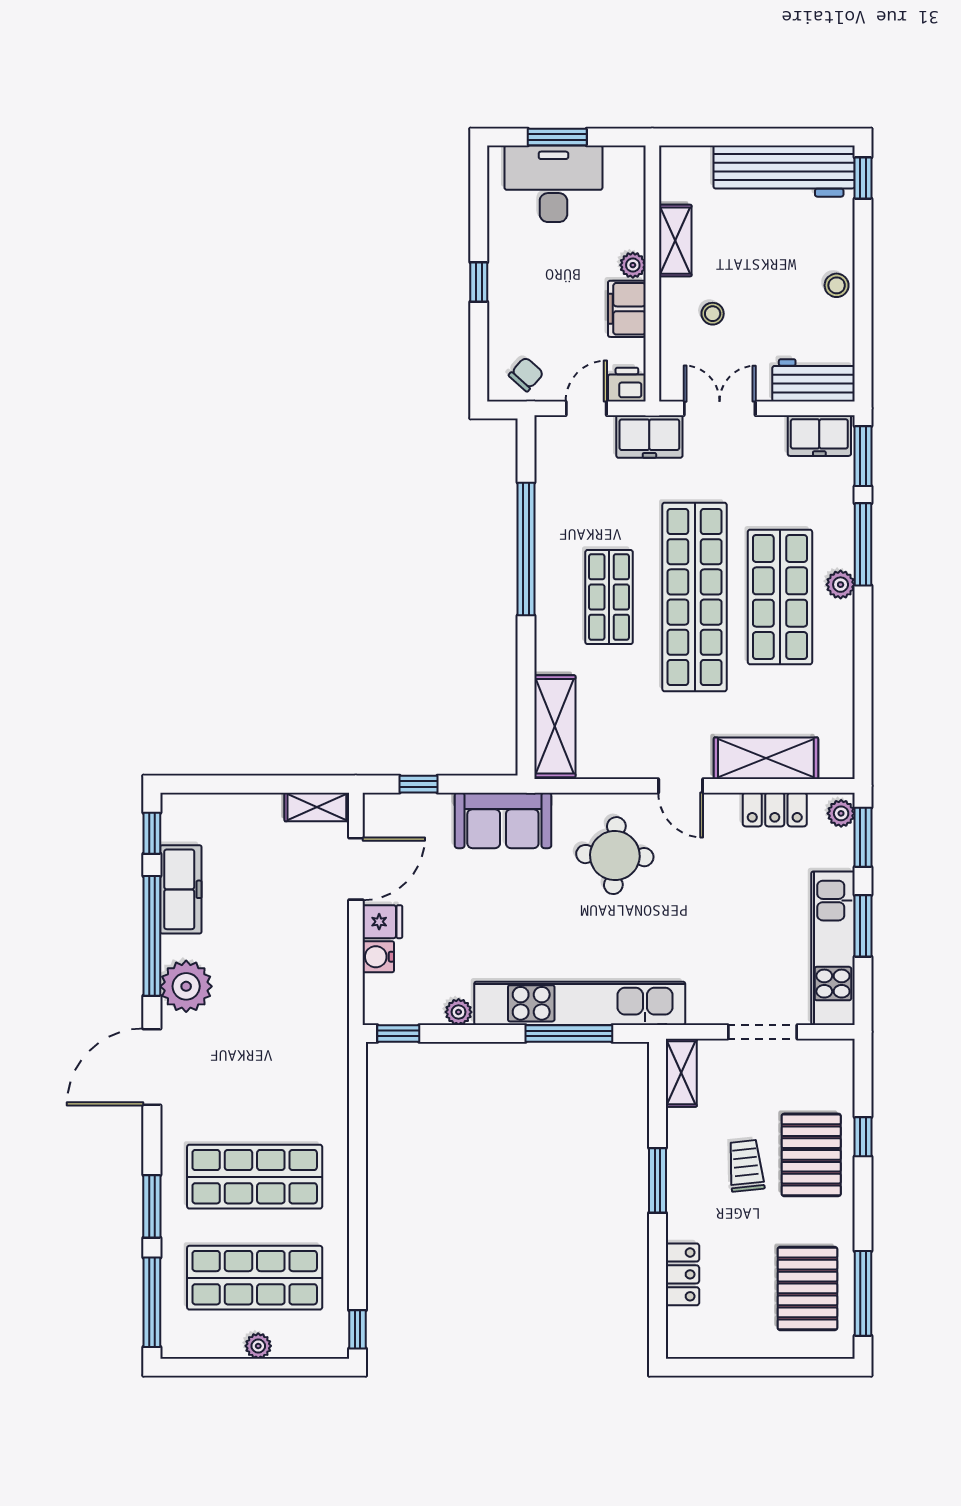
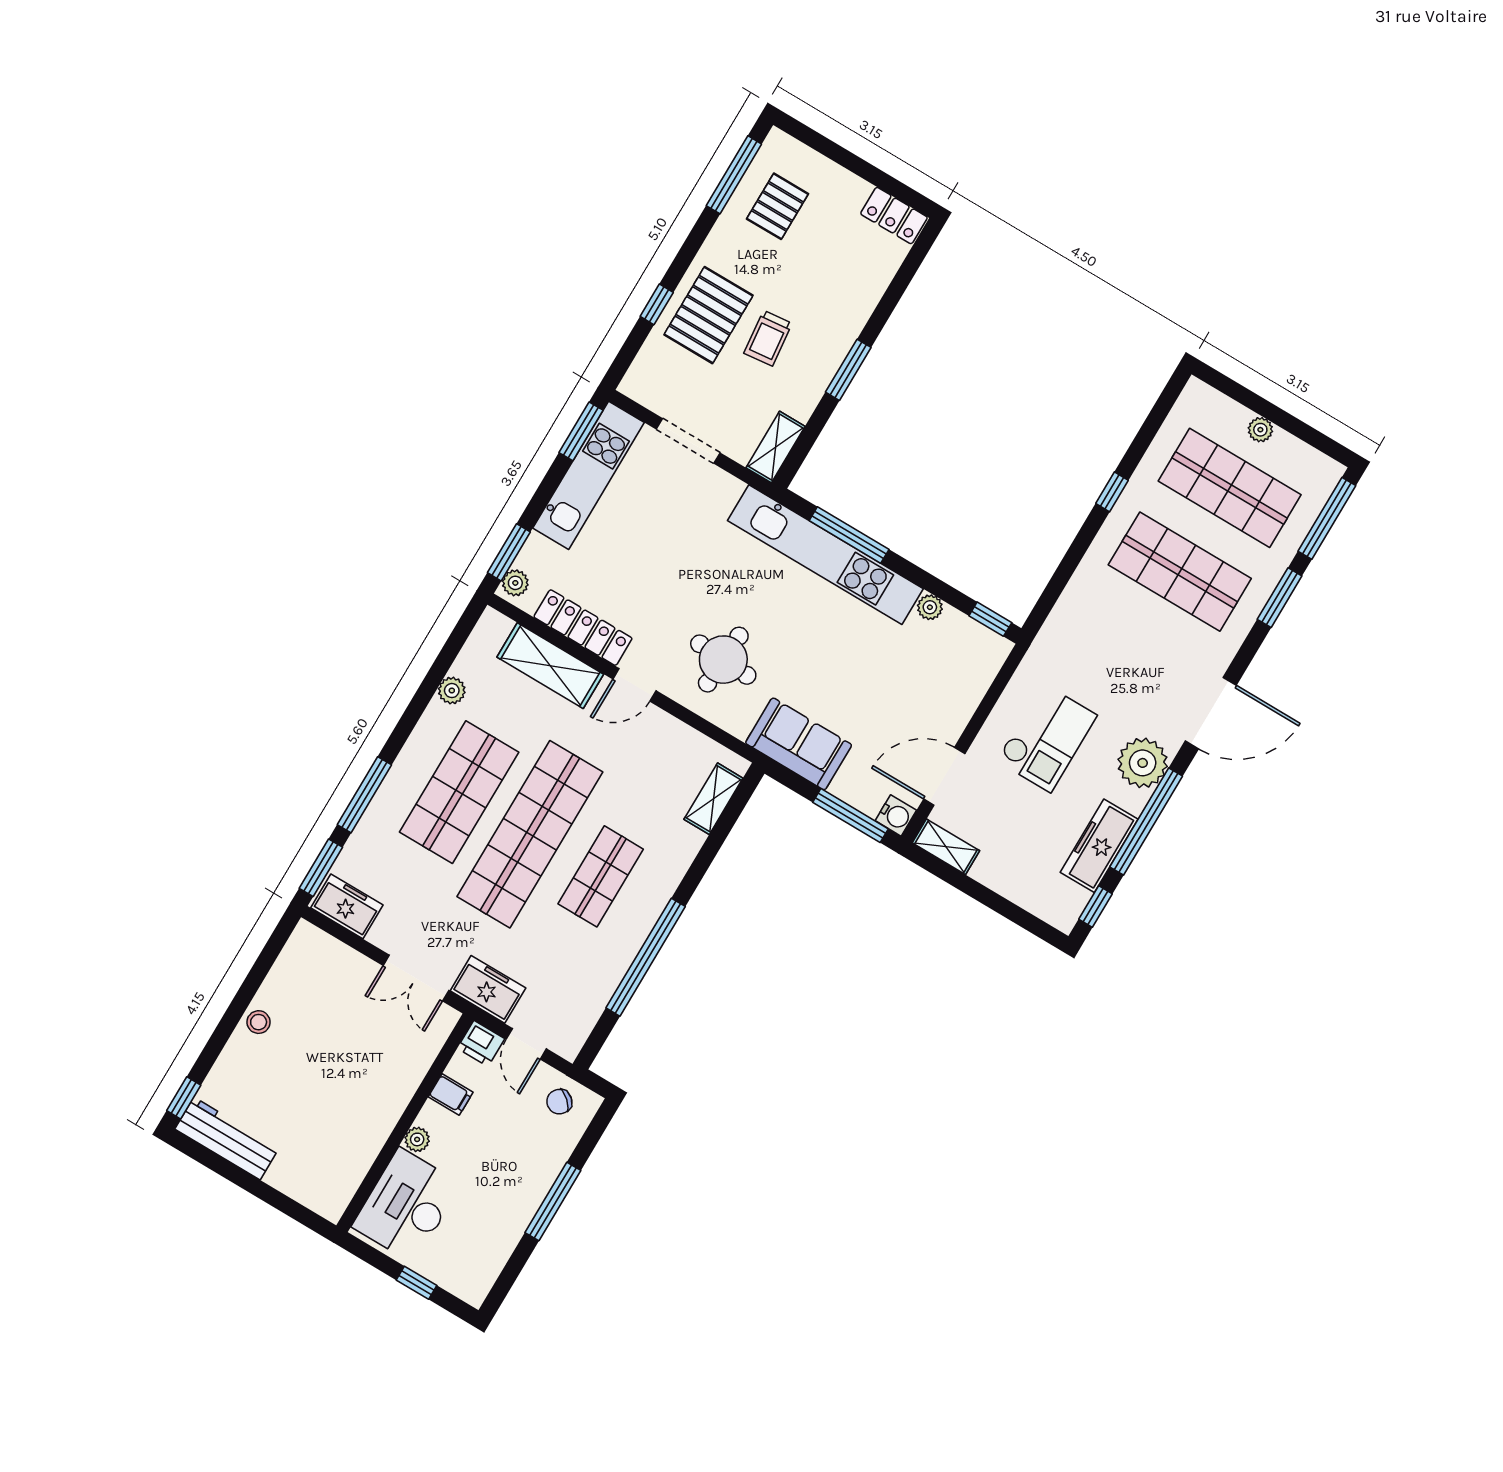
window: (557, 137) -> (416, 1283), width x0.67
workbench: (784, 171) -> (227, 1138), width x0.73, depth x0.76
desk: (553, 184) -> (407, 1205), moved, turned 90
shelving: (675, 241) -> (370, 1139), removed
window: (479, 282) -> (553, 1201), width x2.17
filing cabinet: (627, 309) -> (451, 1095), width x0.50
stool: (713, 314) -> (375, 1060), removed
workbench: (814, 380) -> (324, 955), removed
door: (586, 408) -> (526, 1044), hinge flipped
plant: (841, 585) -> (452, 691), moved
shelving: (555, 726) -> (713, 799), width x0.67, depth x0.75
window: (419, 784) -> (851, 816), width x2.17
door: (681, 786) -> (634, 685), swing flipped
locker: (775, 810) -> (583, 628), width x1.53
fridge: (382, 922) -> (948, 720), removed
window: (863, 926) -> (581, 431), moved
water cooler: (378, 957) -> (896, 815), moved
checkout: (285, 958) -> (1047, 738), added
locker: (682, 1274) -> (894, 216), moved, turned -90
pallet: (807, 1288) -> (777, 206), width x0.67, depth x0.71
window: (357, 1329) -> (1112, 492), moved

